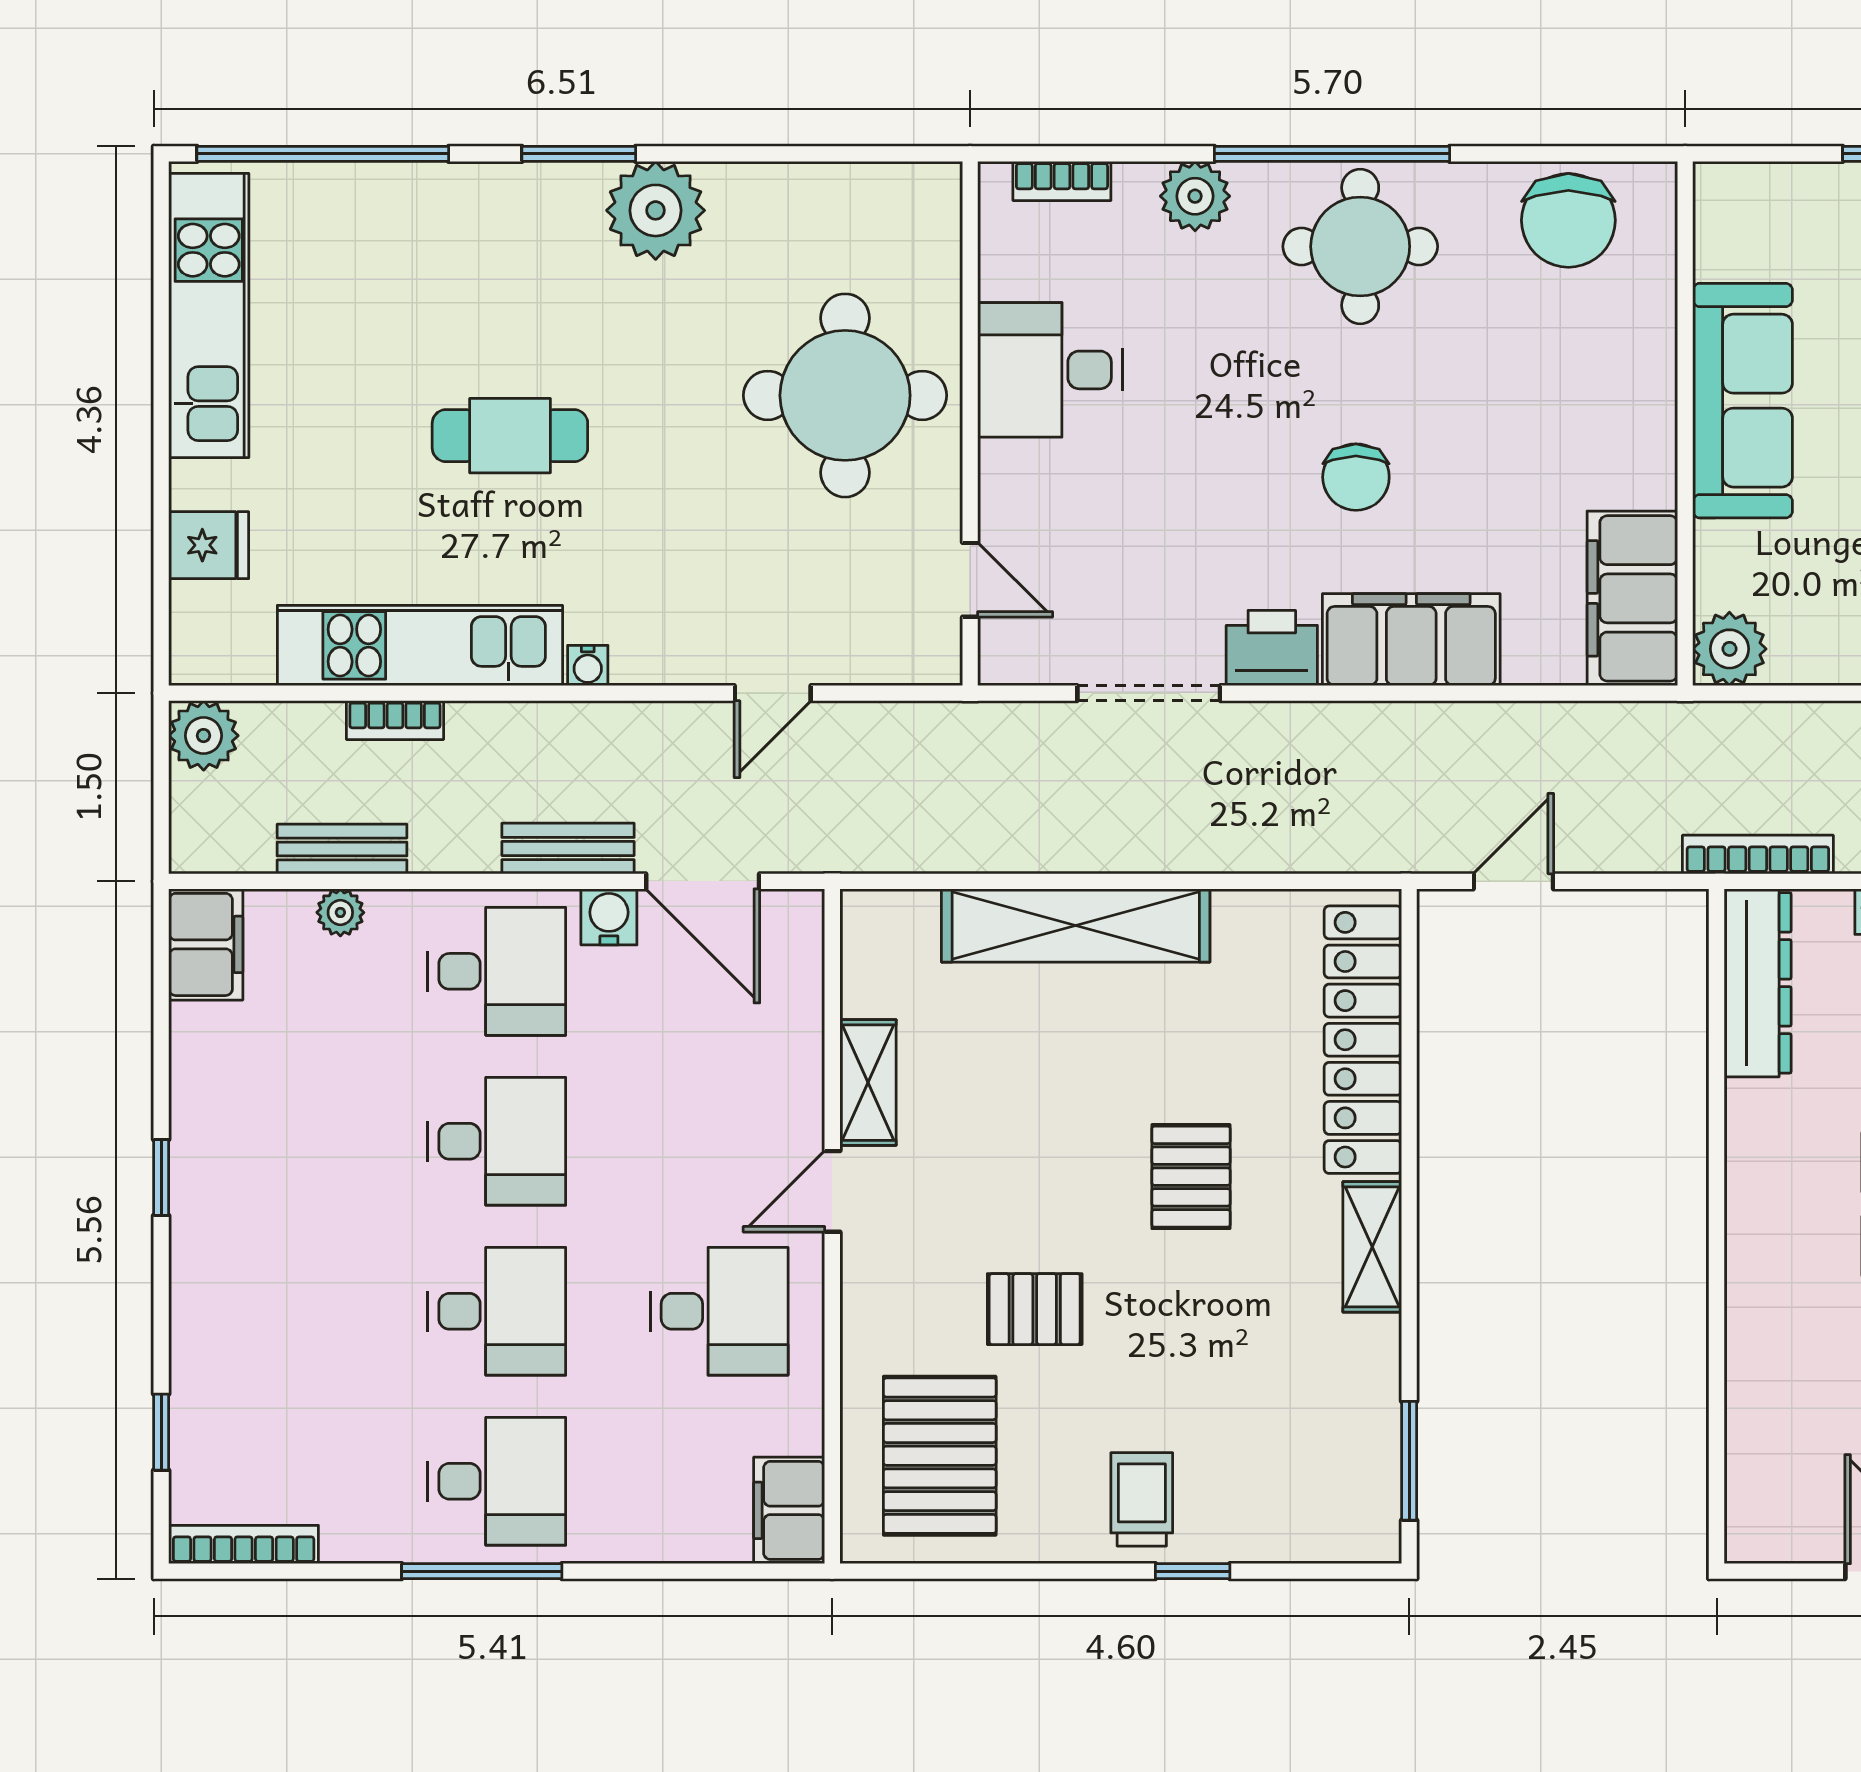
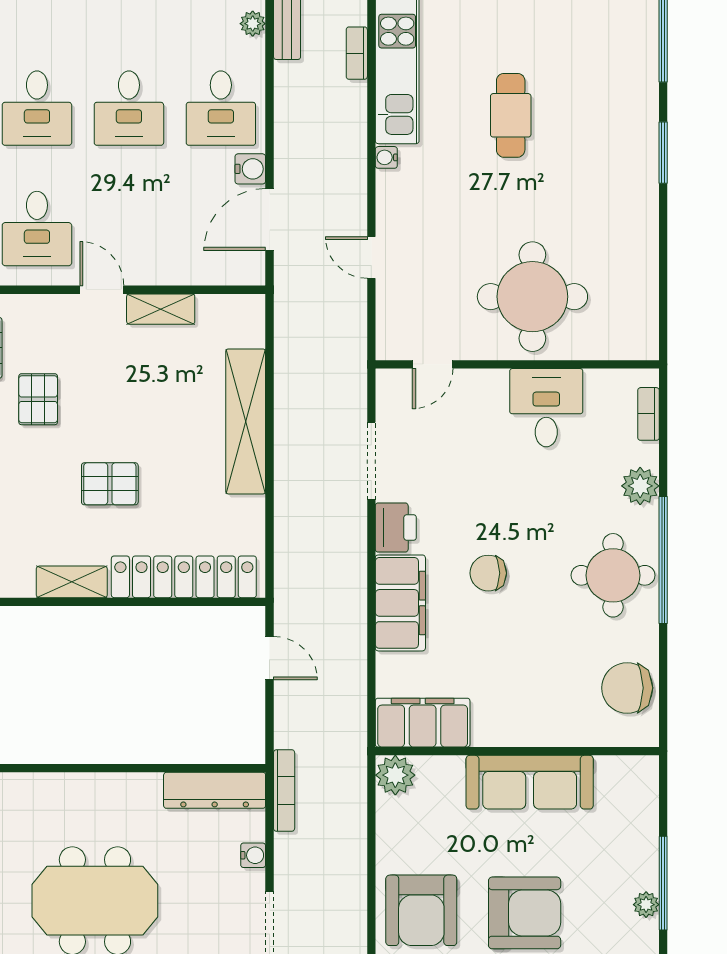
plant: (656, 210) -> (632, 194), removed
bench: (568, 849) -> (287, 147), removed

